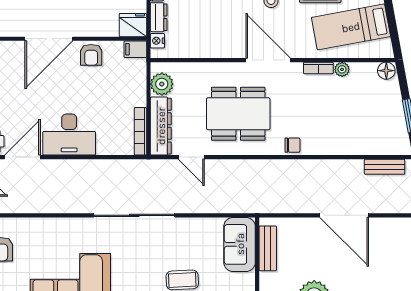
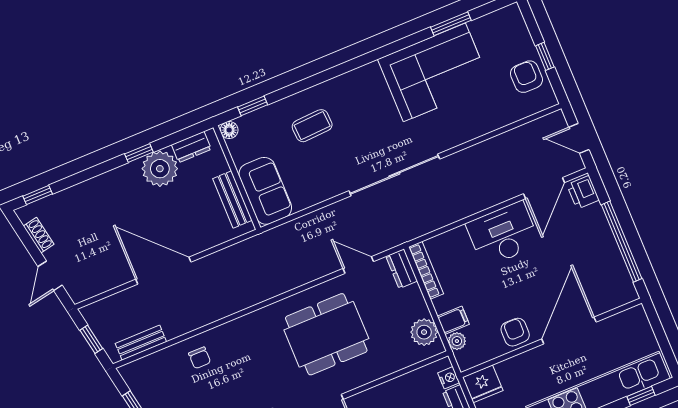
filing cabinet: (135, 49) -> (453, 320), moved
plant: (139, 67) -> (457, 341), added
dresser: (161, 126) -> (402, 269), width x0.51, depth x0.80
chair: (292, 145) -> (200, 358), moved, turned -90

